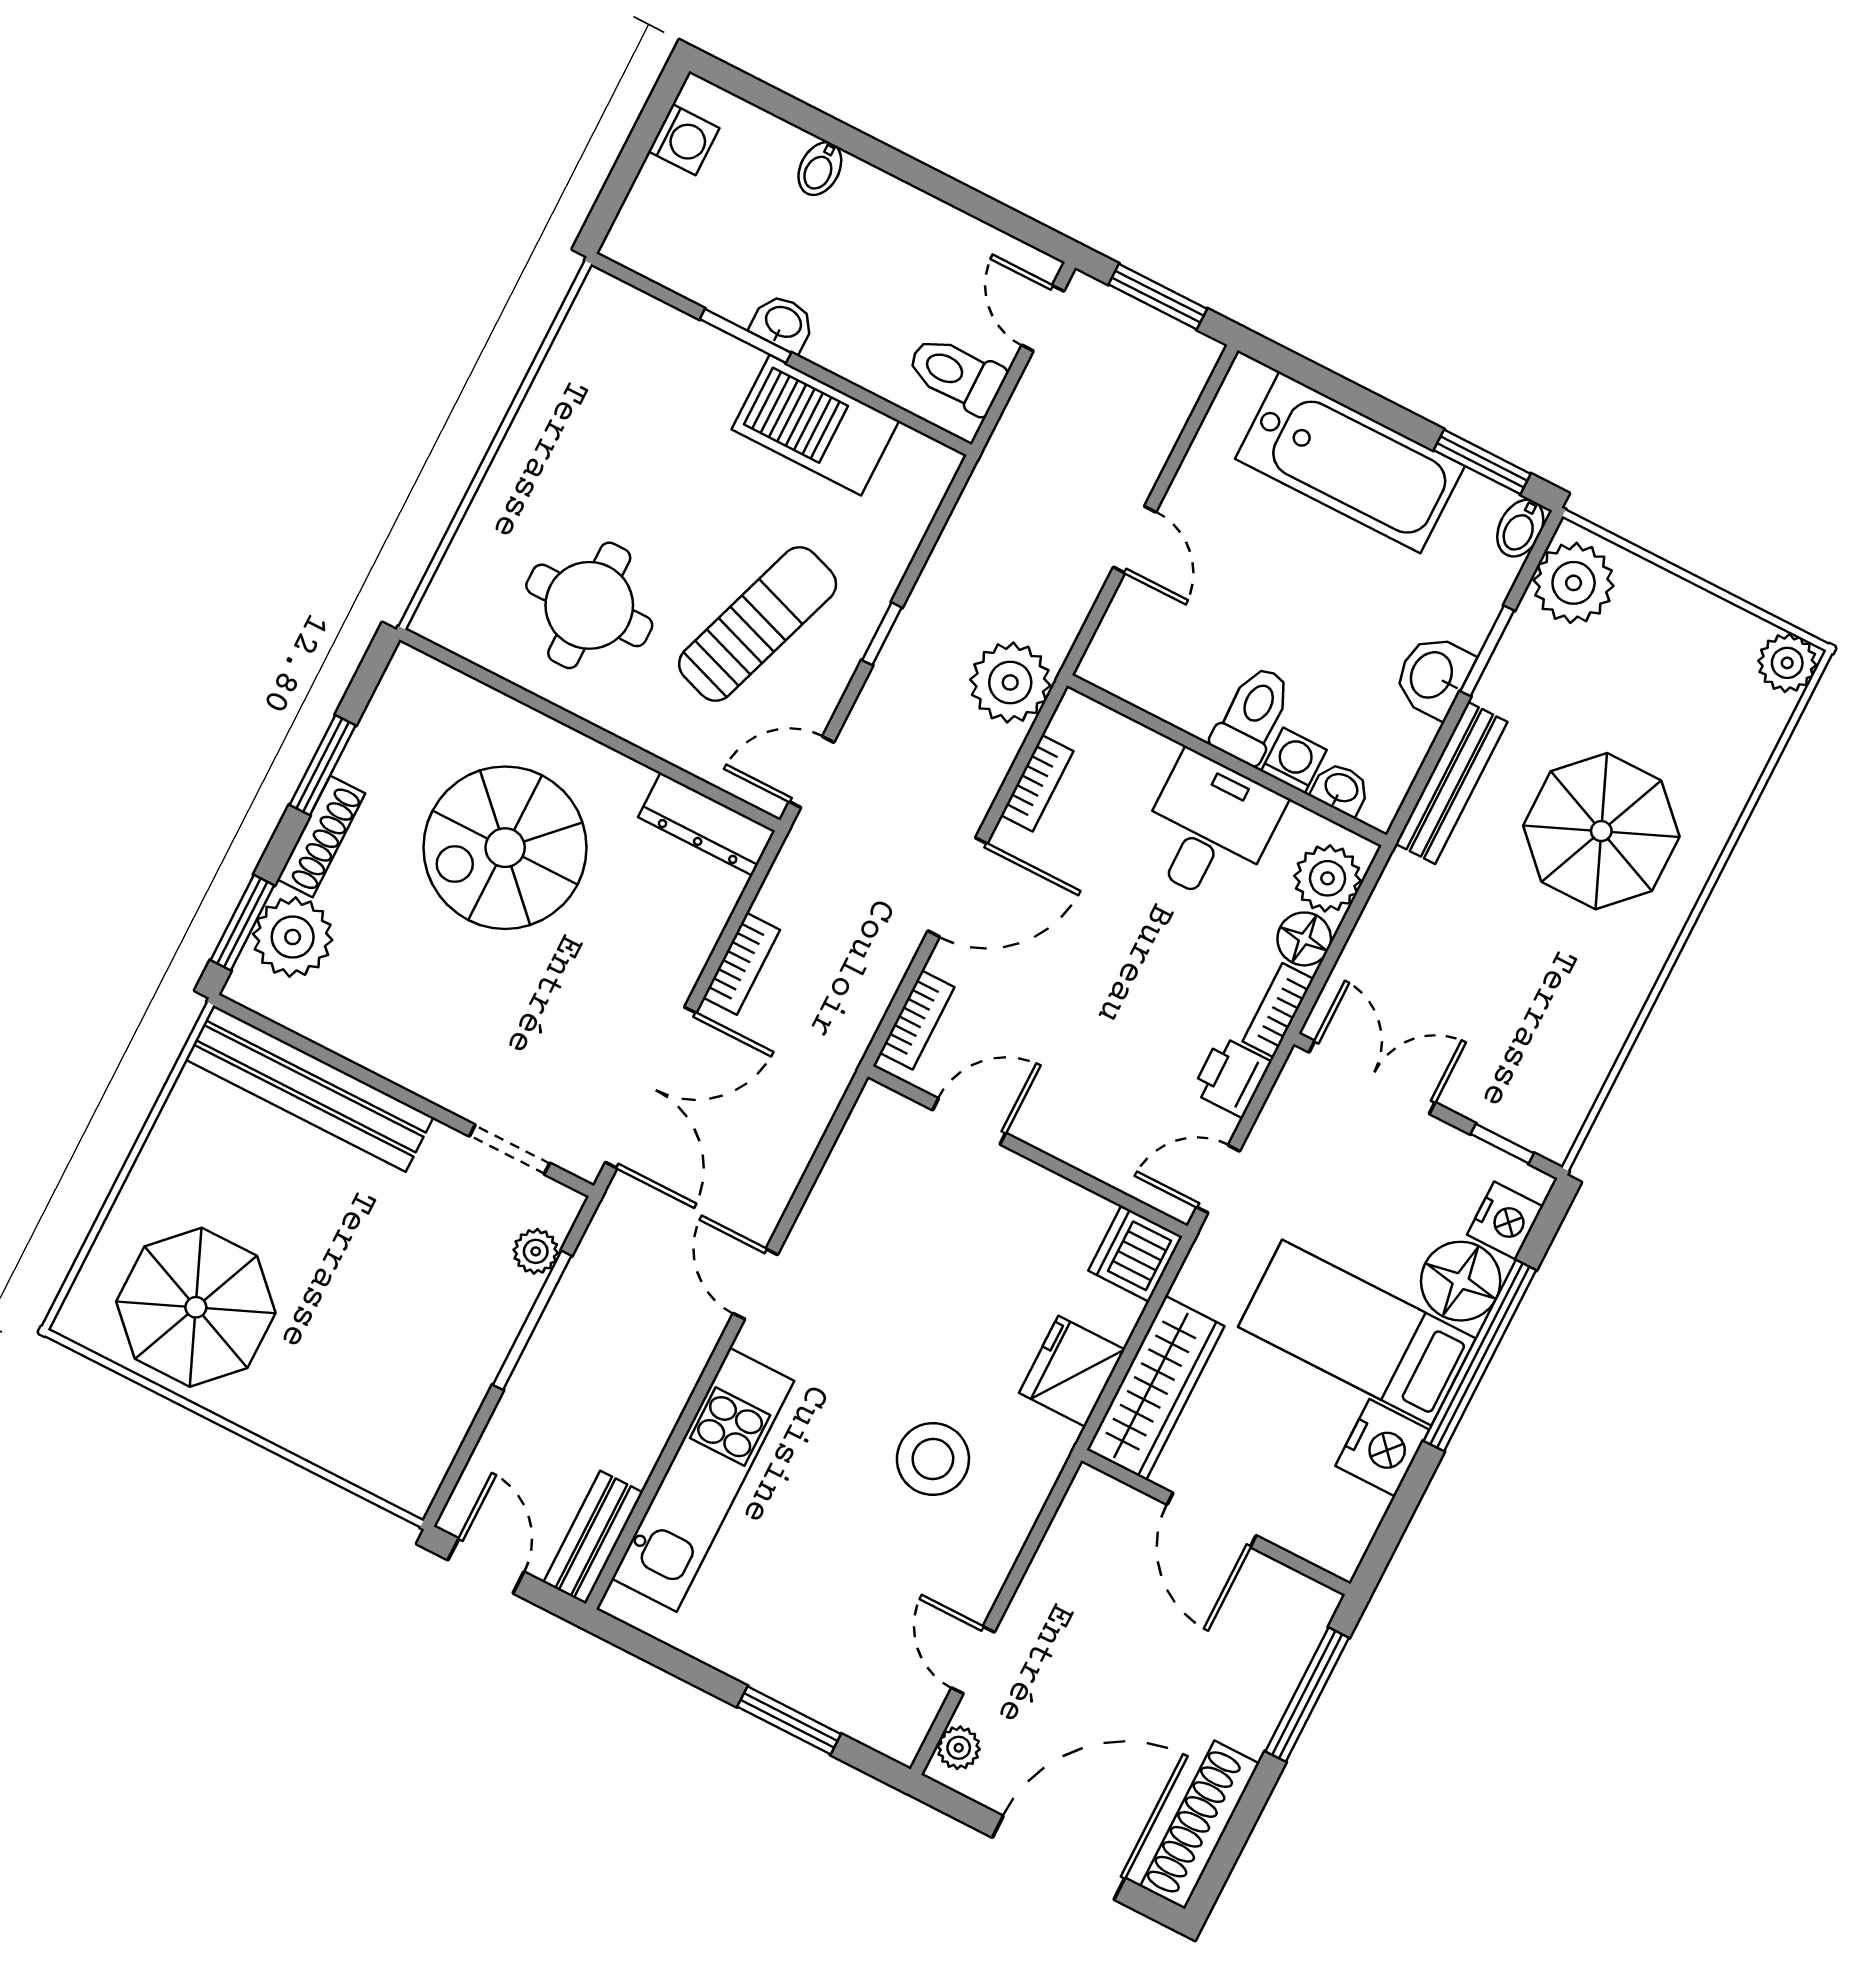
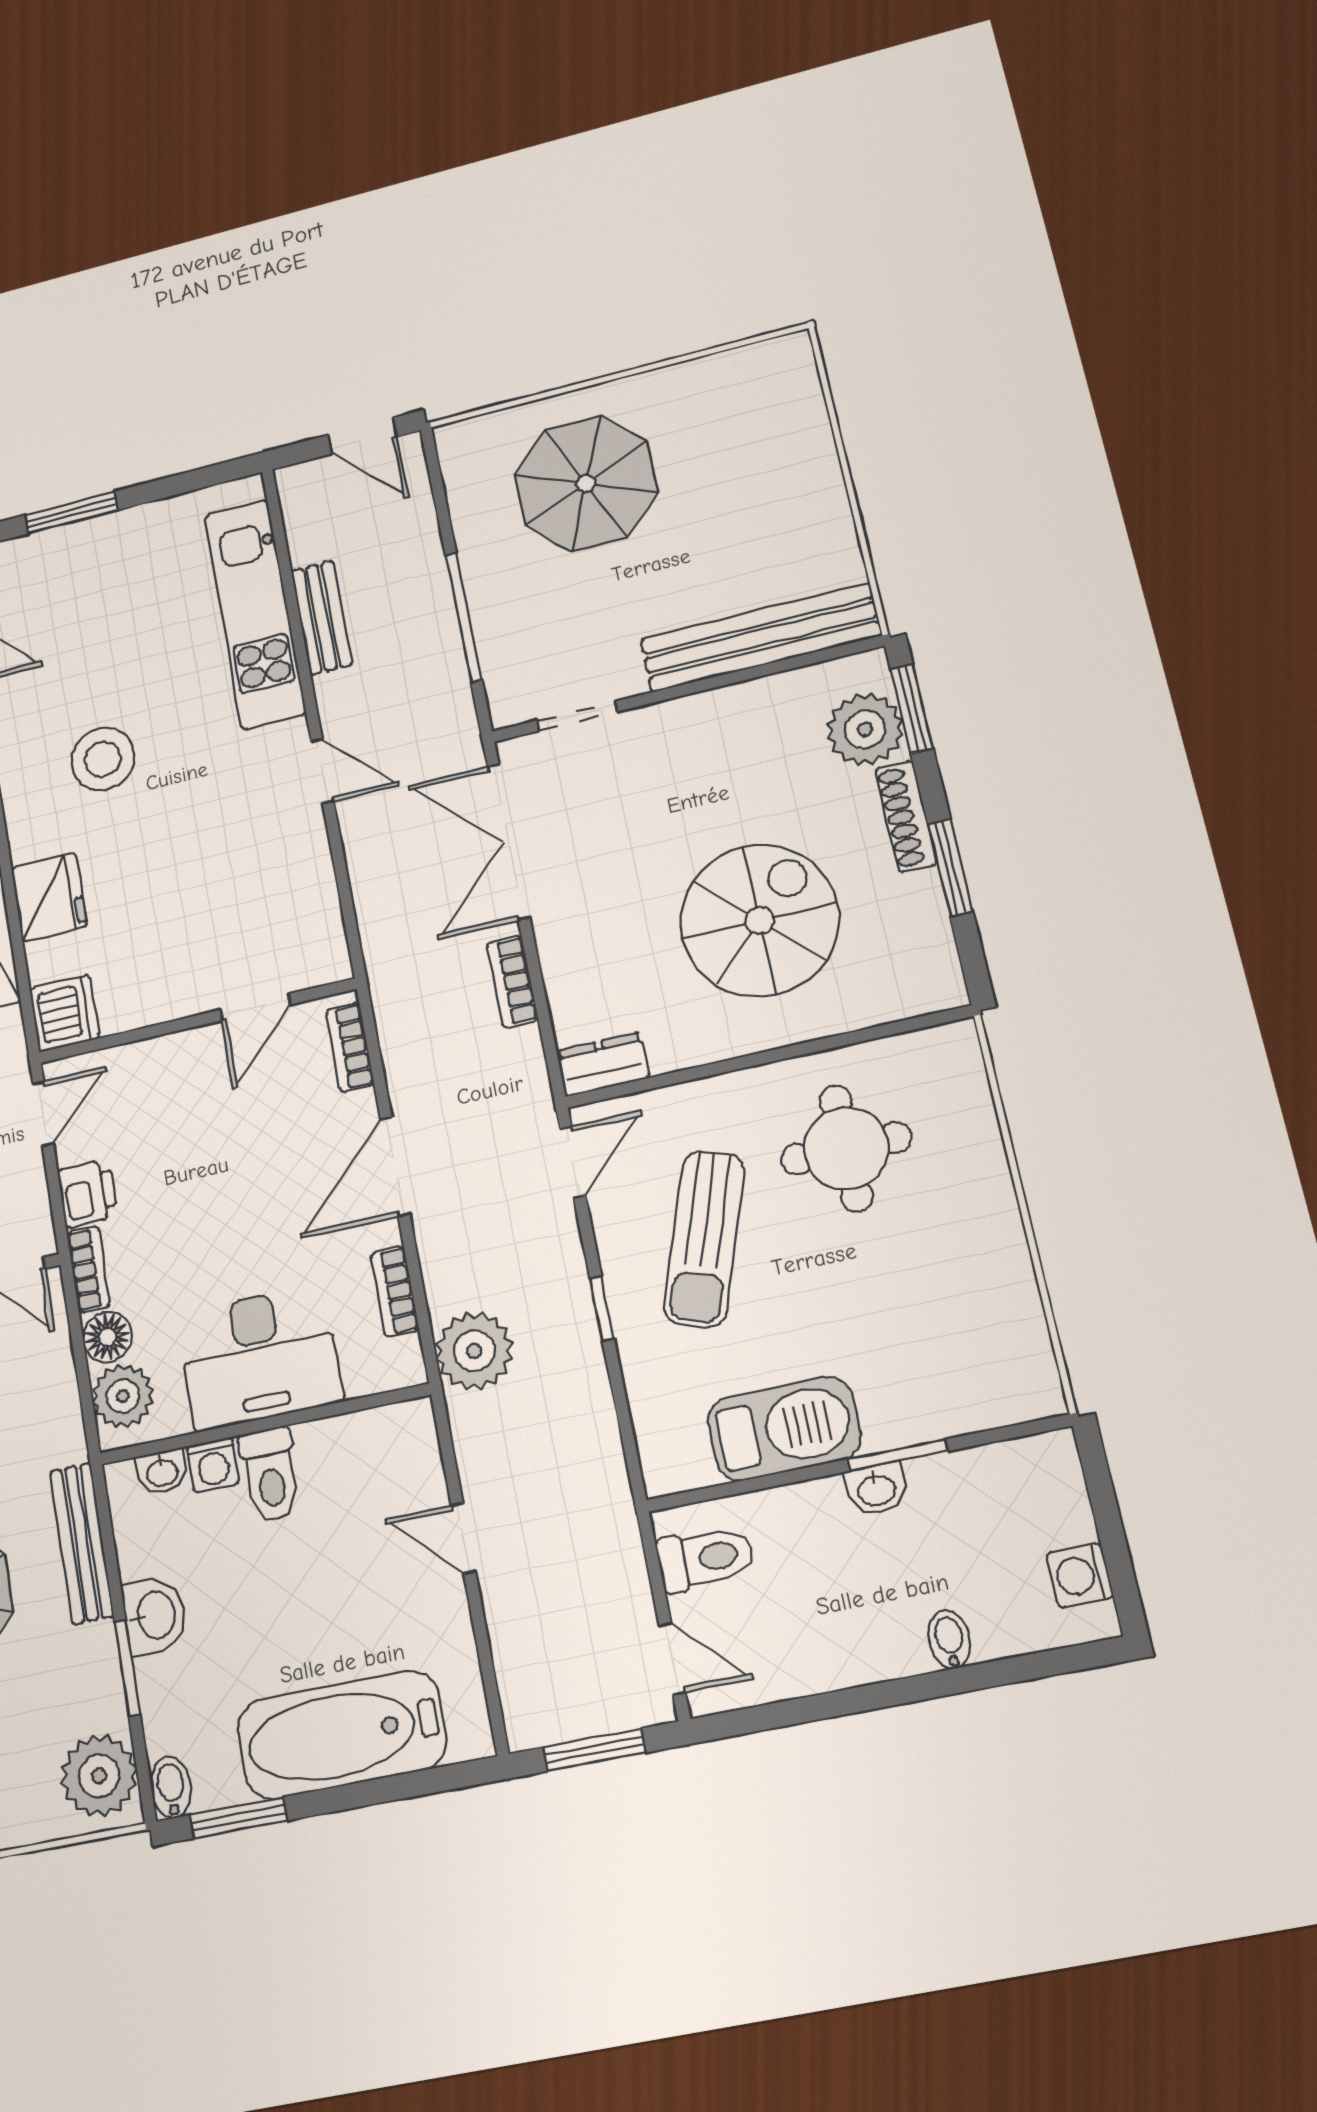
dresser: (707, 824) -> (603, 1064), width x0.70
desk: (1209, 829) -> (259, 1357), width x1.37
plant: (536, 1251) -> (500, 664), removed
parasol: (196, 1307) -> (586, 483), moved
bench: (593, 1537) -> (322, 618), moved

